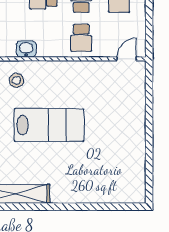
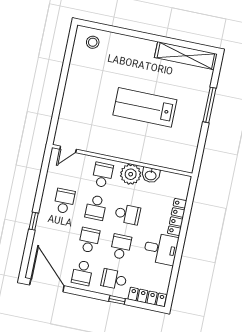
plant: (49, 45) -> (131, 174), added
stool: (16, 80) -> (93, 42), moved

